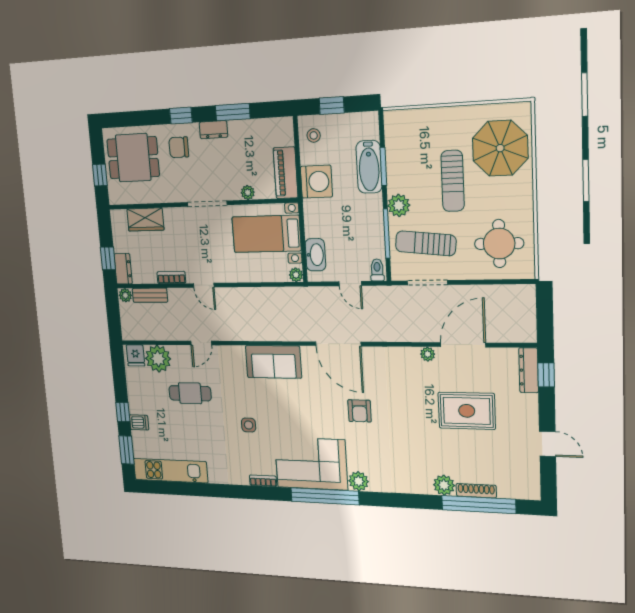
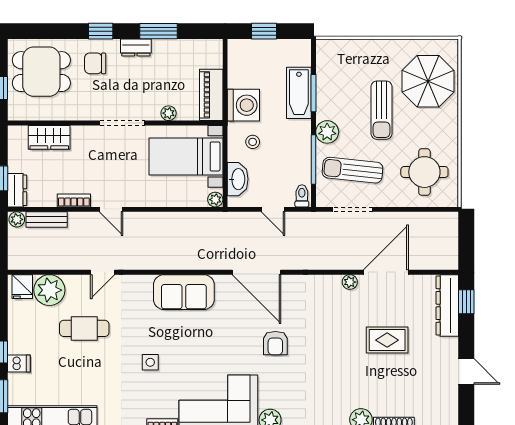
stool: (314, 135) -> (253, 142), moved
dresser: (529, 370) -> (447, 305), width x1.37, depth x1.24
rug: (467, 411) -> (387, 340), width x0.73, depth x0.70

